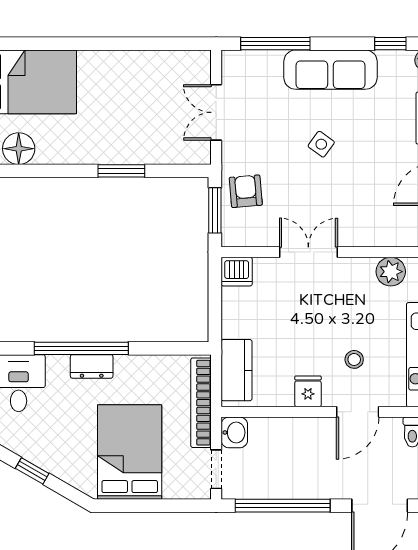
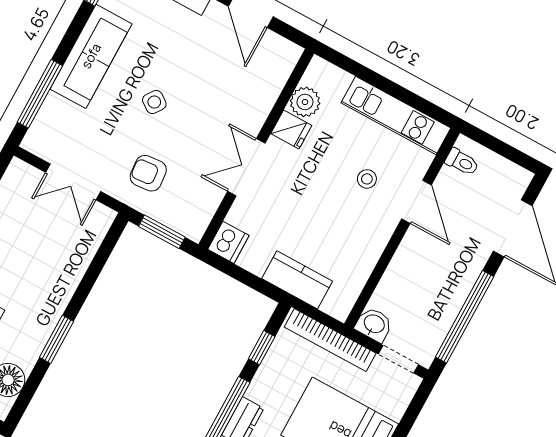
window: (121, 171) -> (57, 339), moved
armchair: (246, 191) -> (148, 173), moved
window: (163, 348) -> (262, 348), added
kitchen counter: (237, 370) -> (297, 280), moved
fridge: (308, 391) -> (291, 129), moved, turned 180

